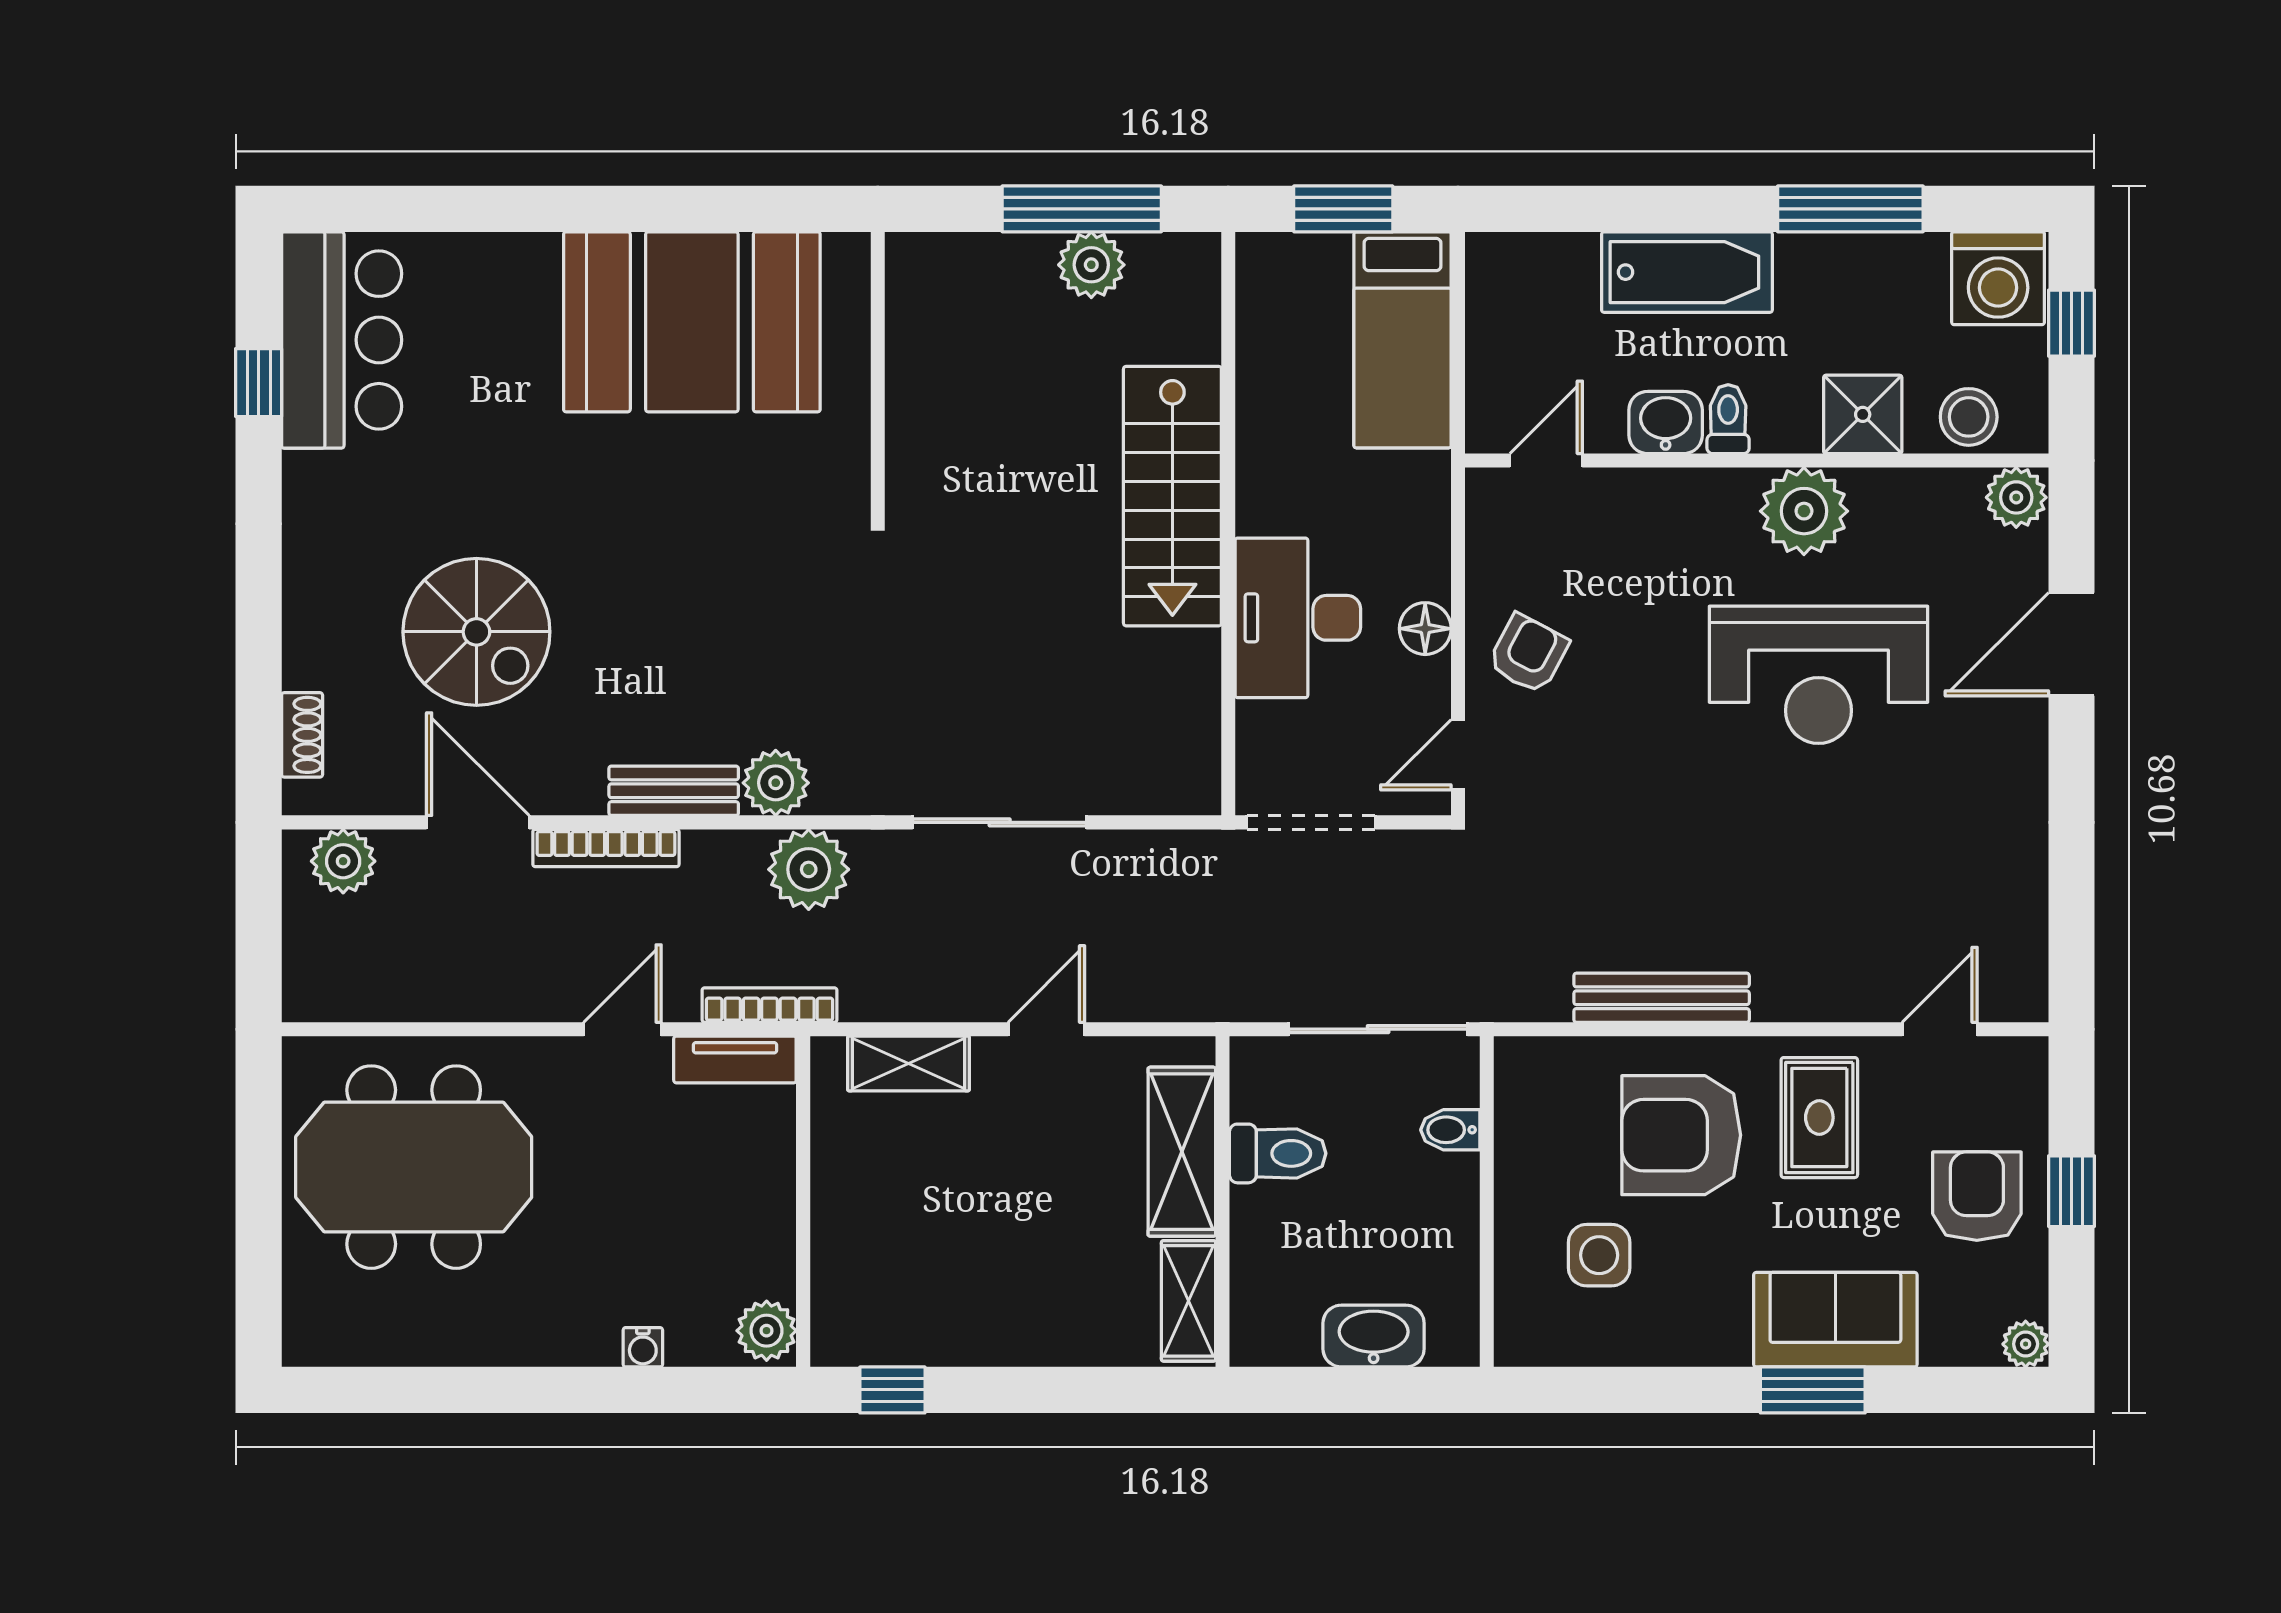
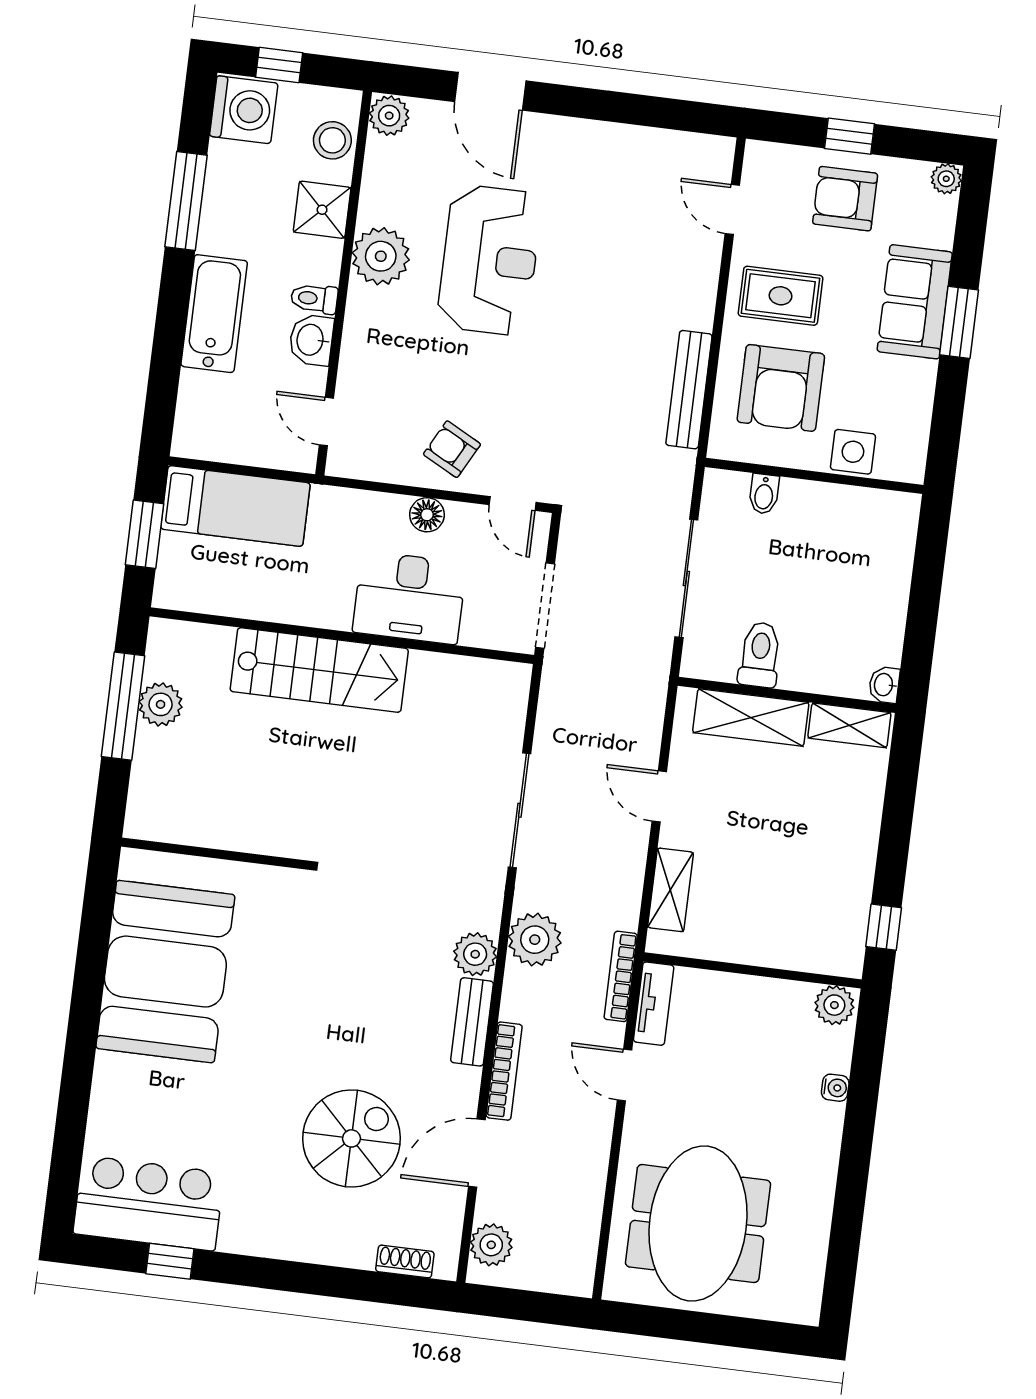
bidet: (1450, 1130) -> (764, 494), moved
wall: (1487, 1202) -> (814, 476), moved
washbasin: (1374, 1336) -> (884, 685), moved, width x0.52, depth x0.69

